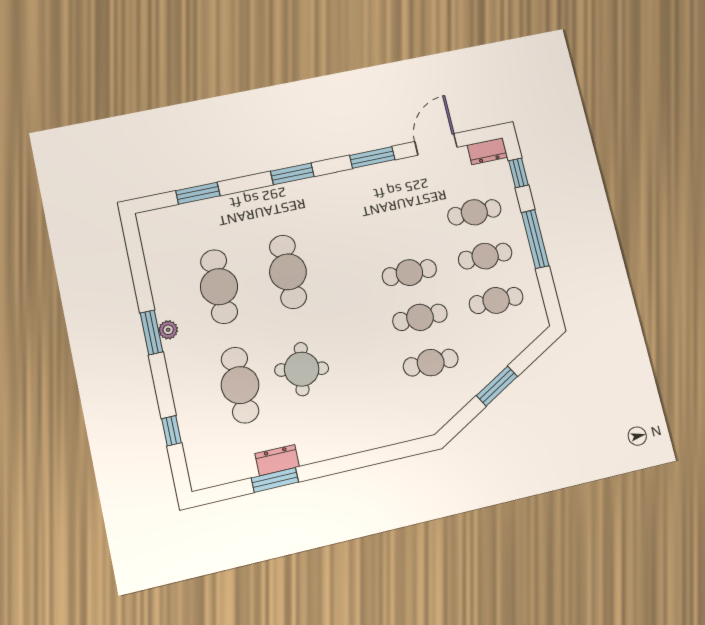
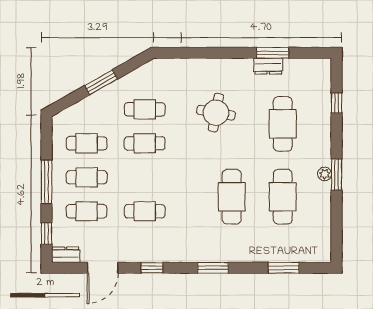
window: (372, 157) -> (152, 268), width x0.67
cafe table: (409, 273) -> (145, 211), moved
round table: (302, 369) -> (216, 113), moved

